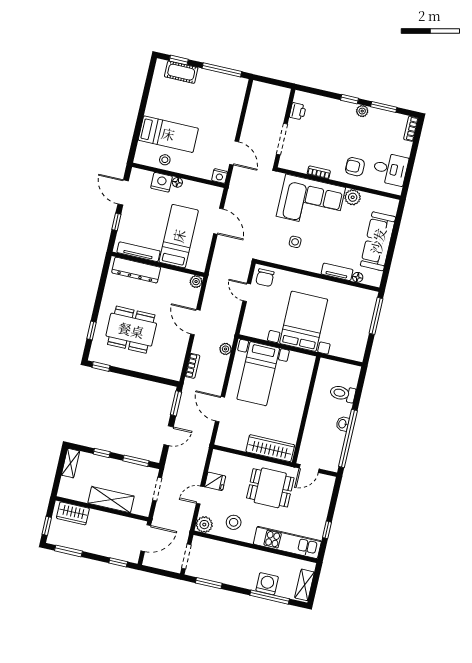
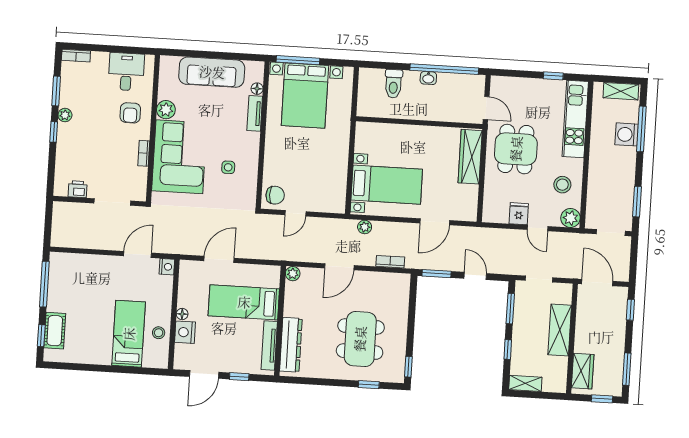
bed with nightstands: (304, 321) -> (305, 96), moved, turned -90

